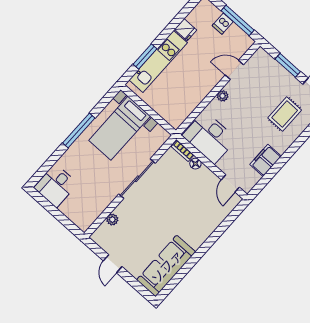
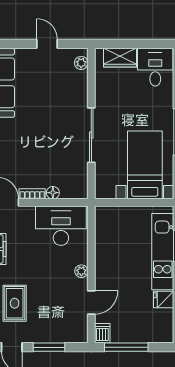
dishwasher: (223, 24) -> (102, 333), moved
bookcase: (183, 151) -> (32, 194), moved
wardrobe: (73, 212) -> (120, 58), added
plant: (112, 220) -> (81, 63), moved

